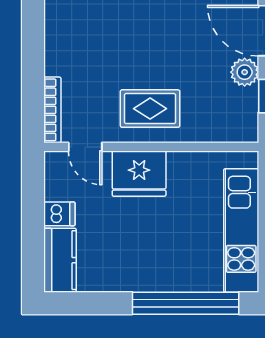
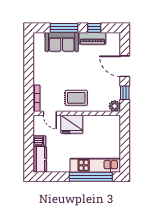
plant: (245, 72) -> (115, 106), moved
kitchen unit: (241, 230) -> (95, 165), moved, turned 90

